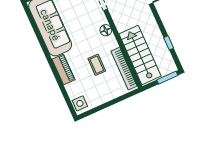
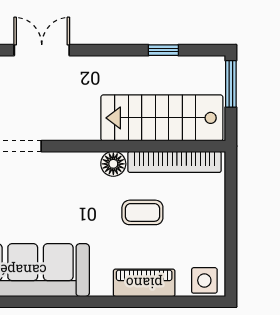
floor lamp: (106, 30) -> (113, 164), moved
piano: (64, 69) -> (144, 283), moved

